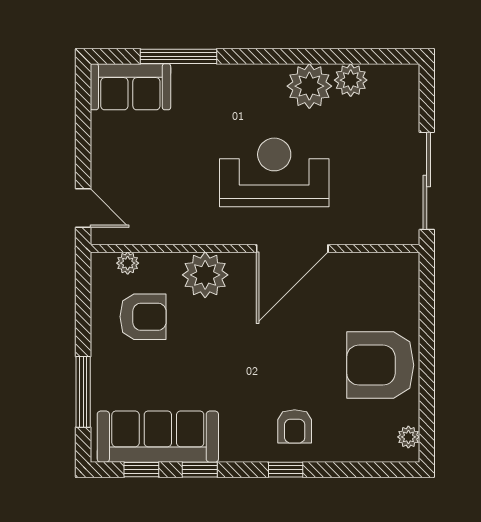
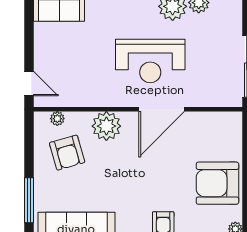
reception desk: (274, 172) -> (150, 61), turned 180
armchair: (143, 317) -> (67, 153), turned 74

